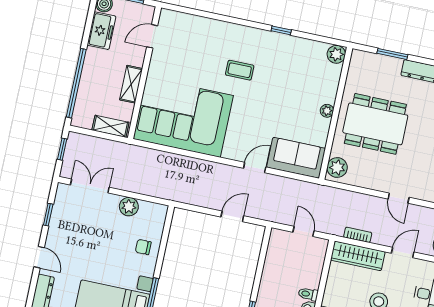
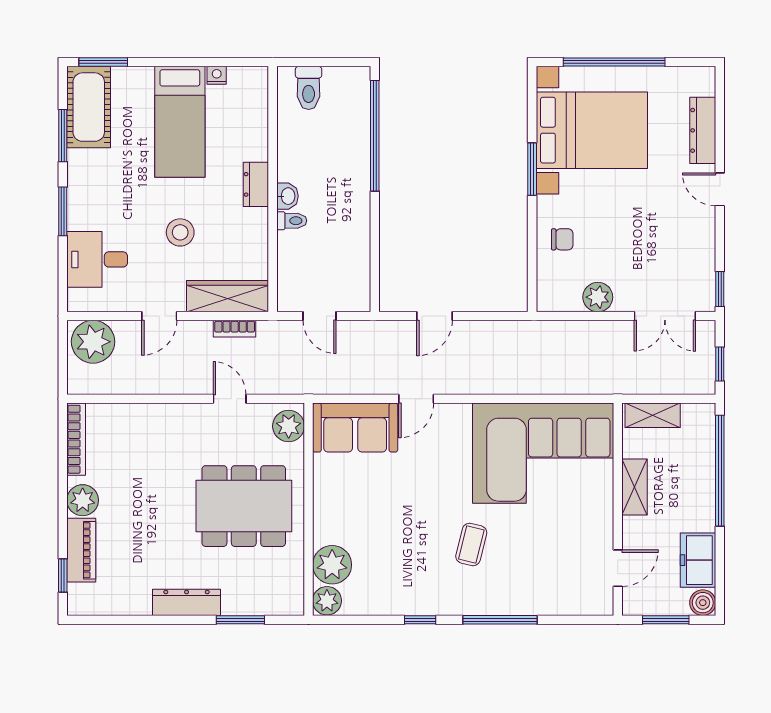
window: (232, 20) -> (500, 620), added
coffee table: (240, 70) -> (471, 544), turned -76
plant: (327, 111) -> (332, 565), moved, width x1.88, depth x1.88
door: (399, 198) -> (230, 399), moved
window: (48, 215) -> (720, 289), moved

